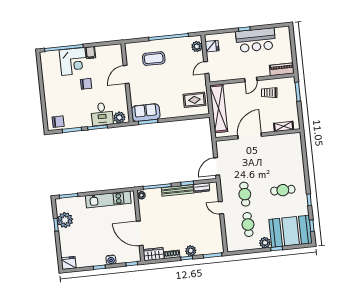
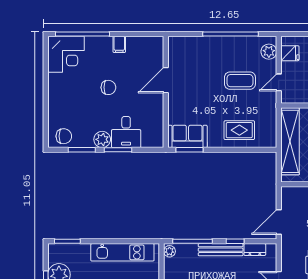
coffee table: (154, 59) -> (240, 81), moved
corner desk: (73, 61) -> (66, 54), moved
rug: (194, 100) -> (239, 130), moved
plant: (119, 118) -> (102, 139), moved

